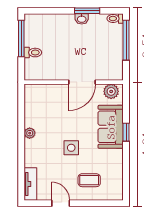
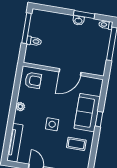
plant: (111, 91) -> (93, 84), removed
armchair: (40, 99) -> (33, 80), added
coffee table: (89, 180) -> (76, 144), moved
tv unit: (30, 184) -> (15, 143), width x1.41

